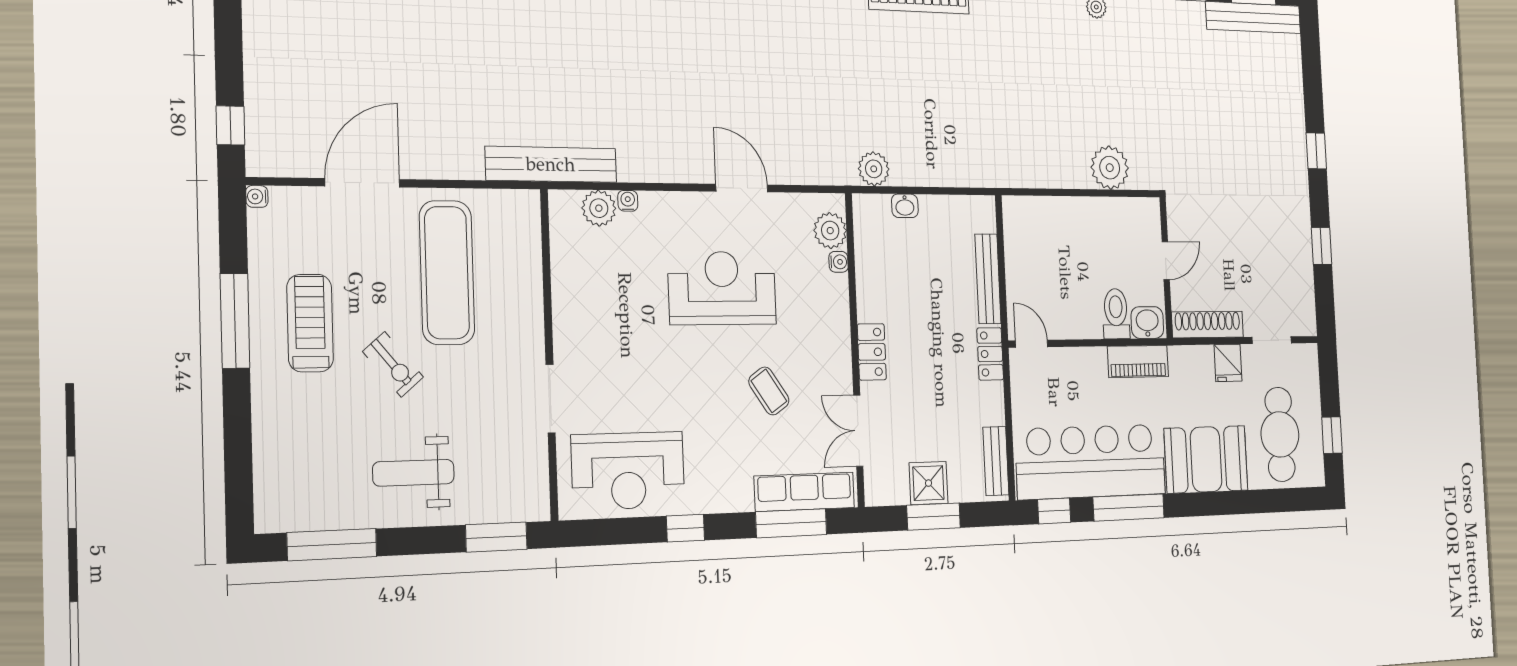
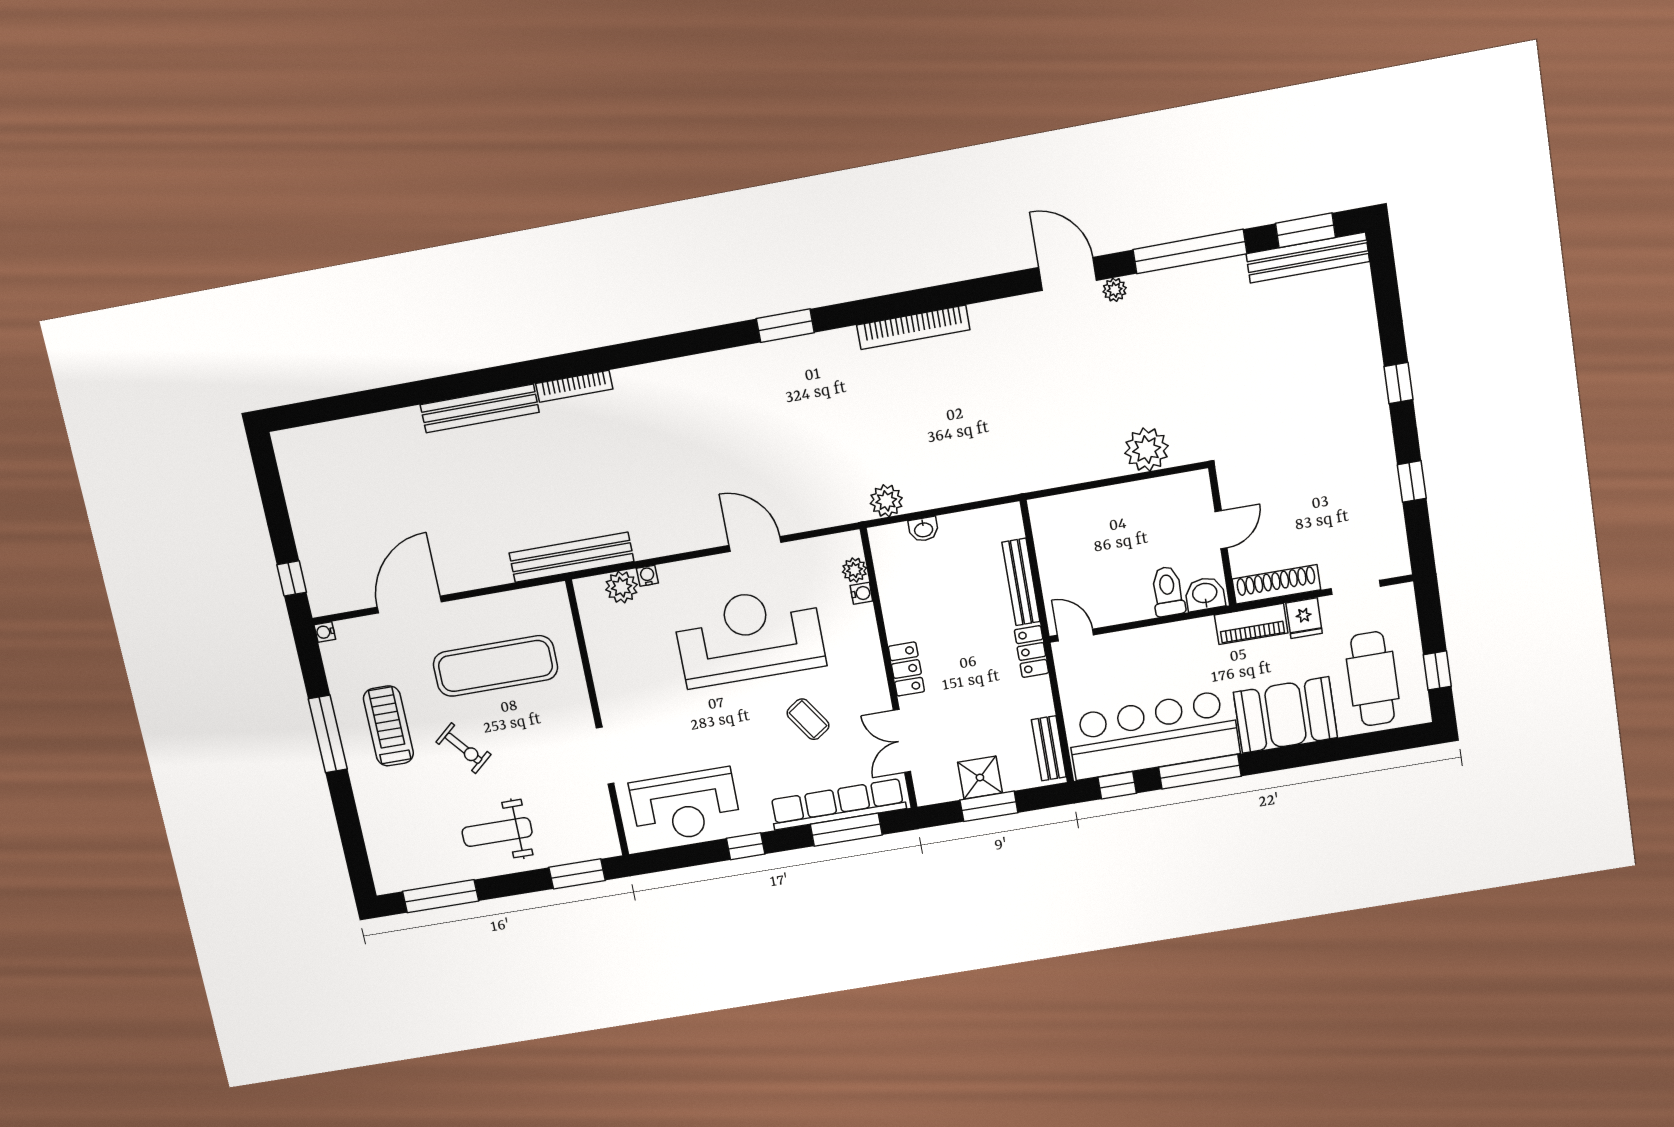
plant: (830, 231) -> (854, 570), width x0.73, depth x0.73
exercise mat: (447, 273) -> (495, 666), turned 90
reception desk: (722, 288) -> (749, 636), width x1.36, depth x1.30
piano: (1138, 361) -> (1251, 624), moved
row of seats: (804, 492) -> (838, 804), width x1.36

